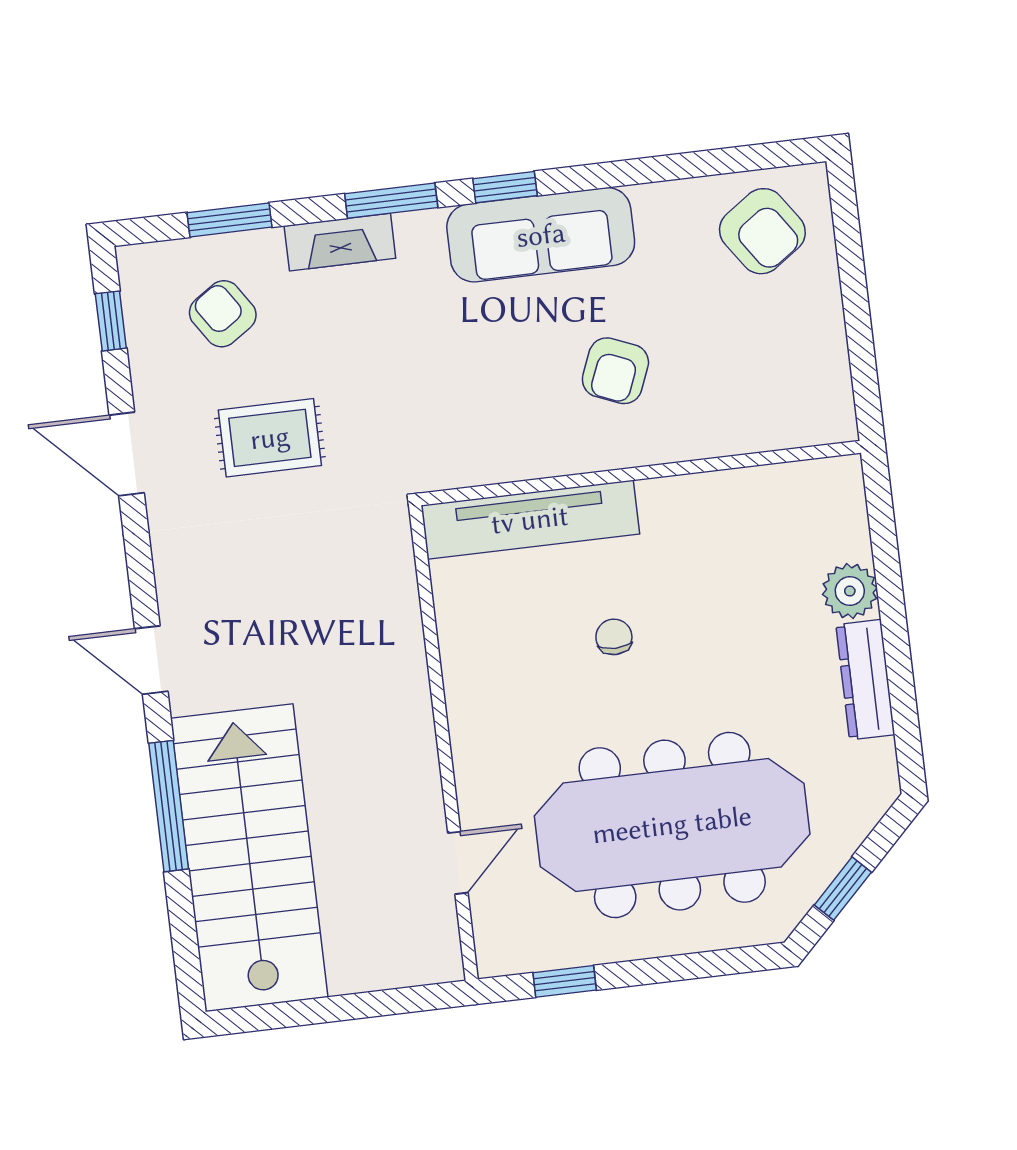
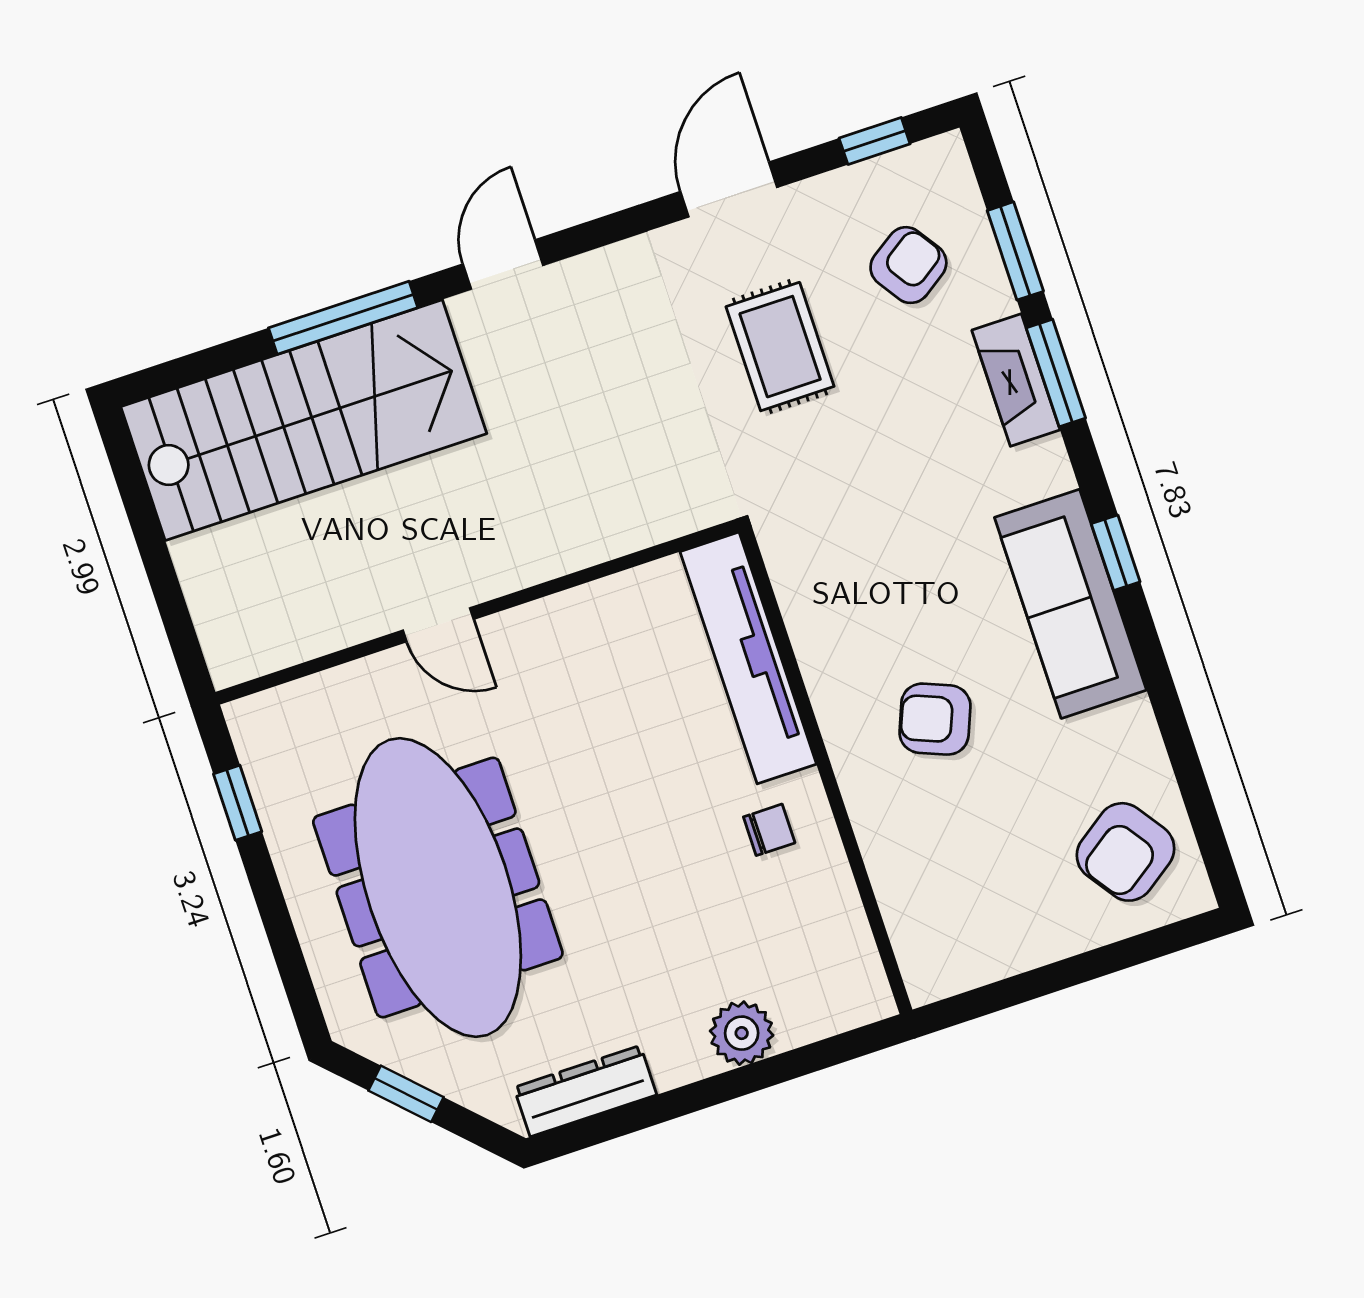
window: (391, 201) -> (1056, 373), moved
chair: (614, 637) -> (769, 830), moved
dresser: (865, 680) -> (585, 1091), moved
door: (458, 863) -> (438, 625), moved

